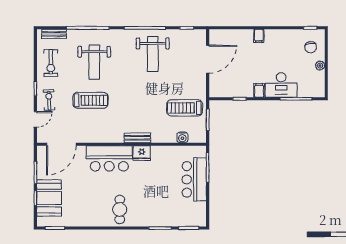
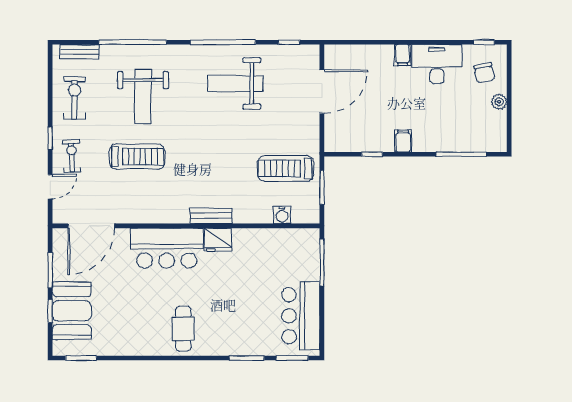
weight bench: (153, 54) -> (235, 83), turned 90
exercise bike: (51, 63) -> (75, 98), turned 180
desk: (281, 85) -> (437, 64), moved, turned 180
bar counter: (194, 179) -> (301, 316), moved

